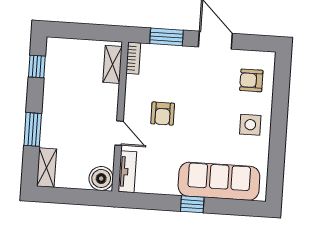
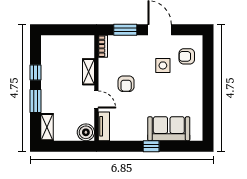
shelving: (112, 64) -> (88, 72), moved
window: (37, 67) -> (36, 73), moved
side table: (250, 125) -> (163, 65), moved
sofa: (219, 181) -> (169, 129), width x0.73

